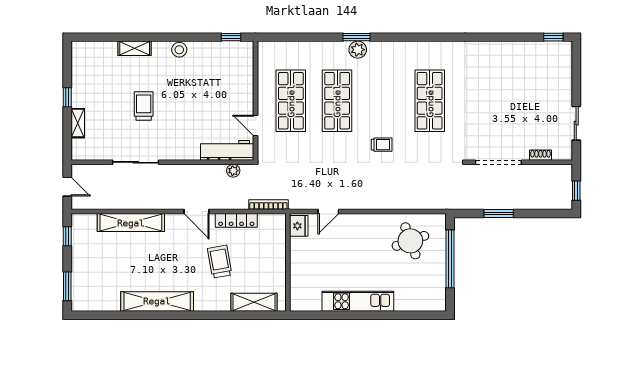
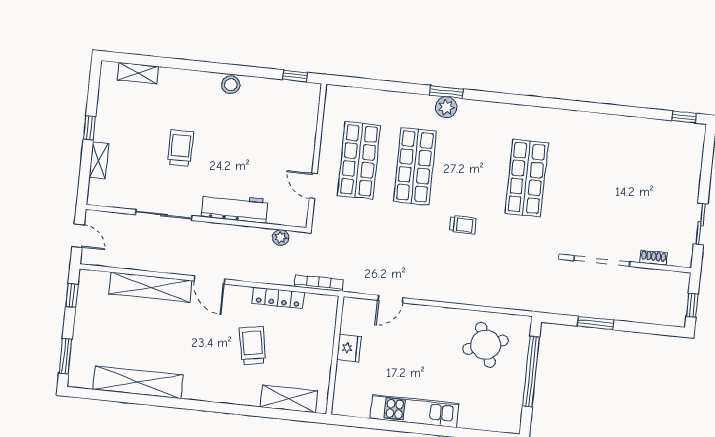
shelving: (135, 48) -> (138, 73), moved
workbench: (227, 150) -> (235, 208), moved
door: (197, 212) -> (209, 280), moved
fridge: (299, 226) -> (349, 348), moved
shelving: (157, 301) -> (138, 382), moved

